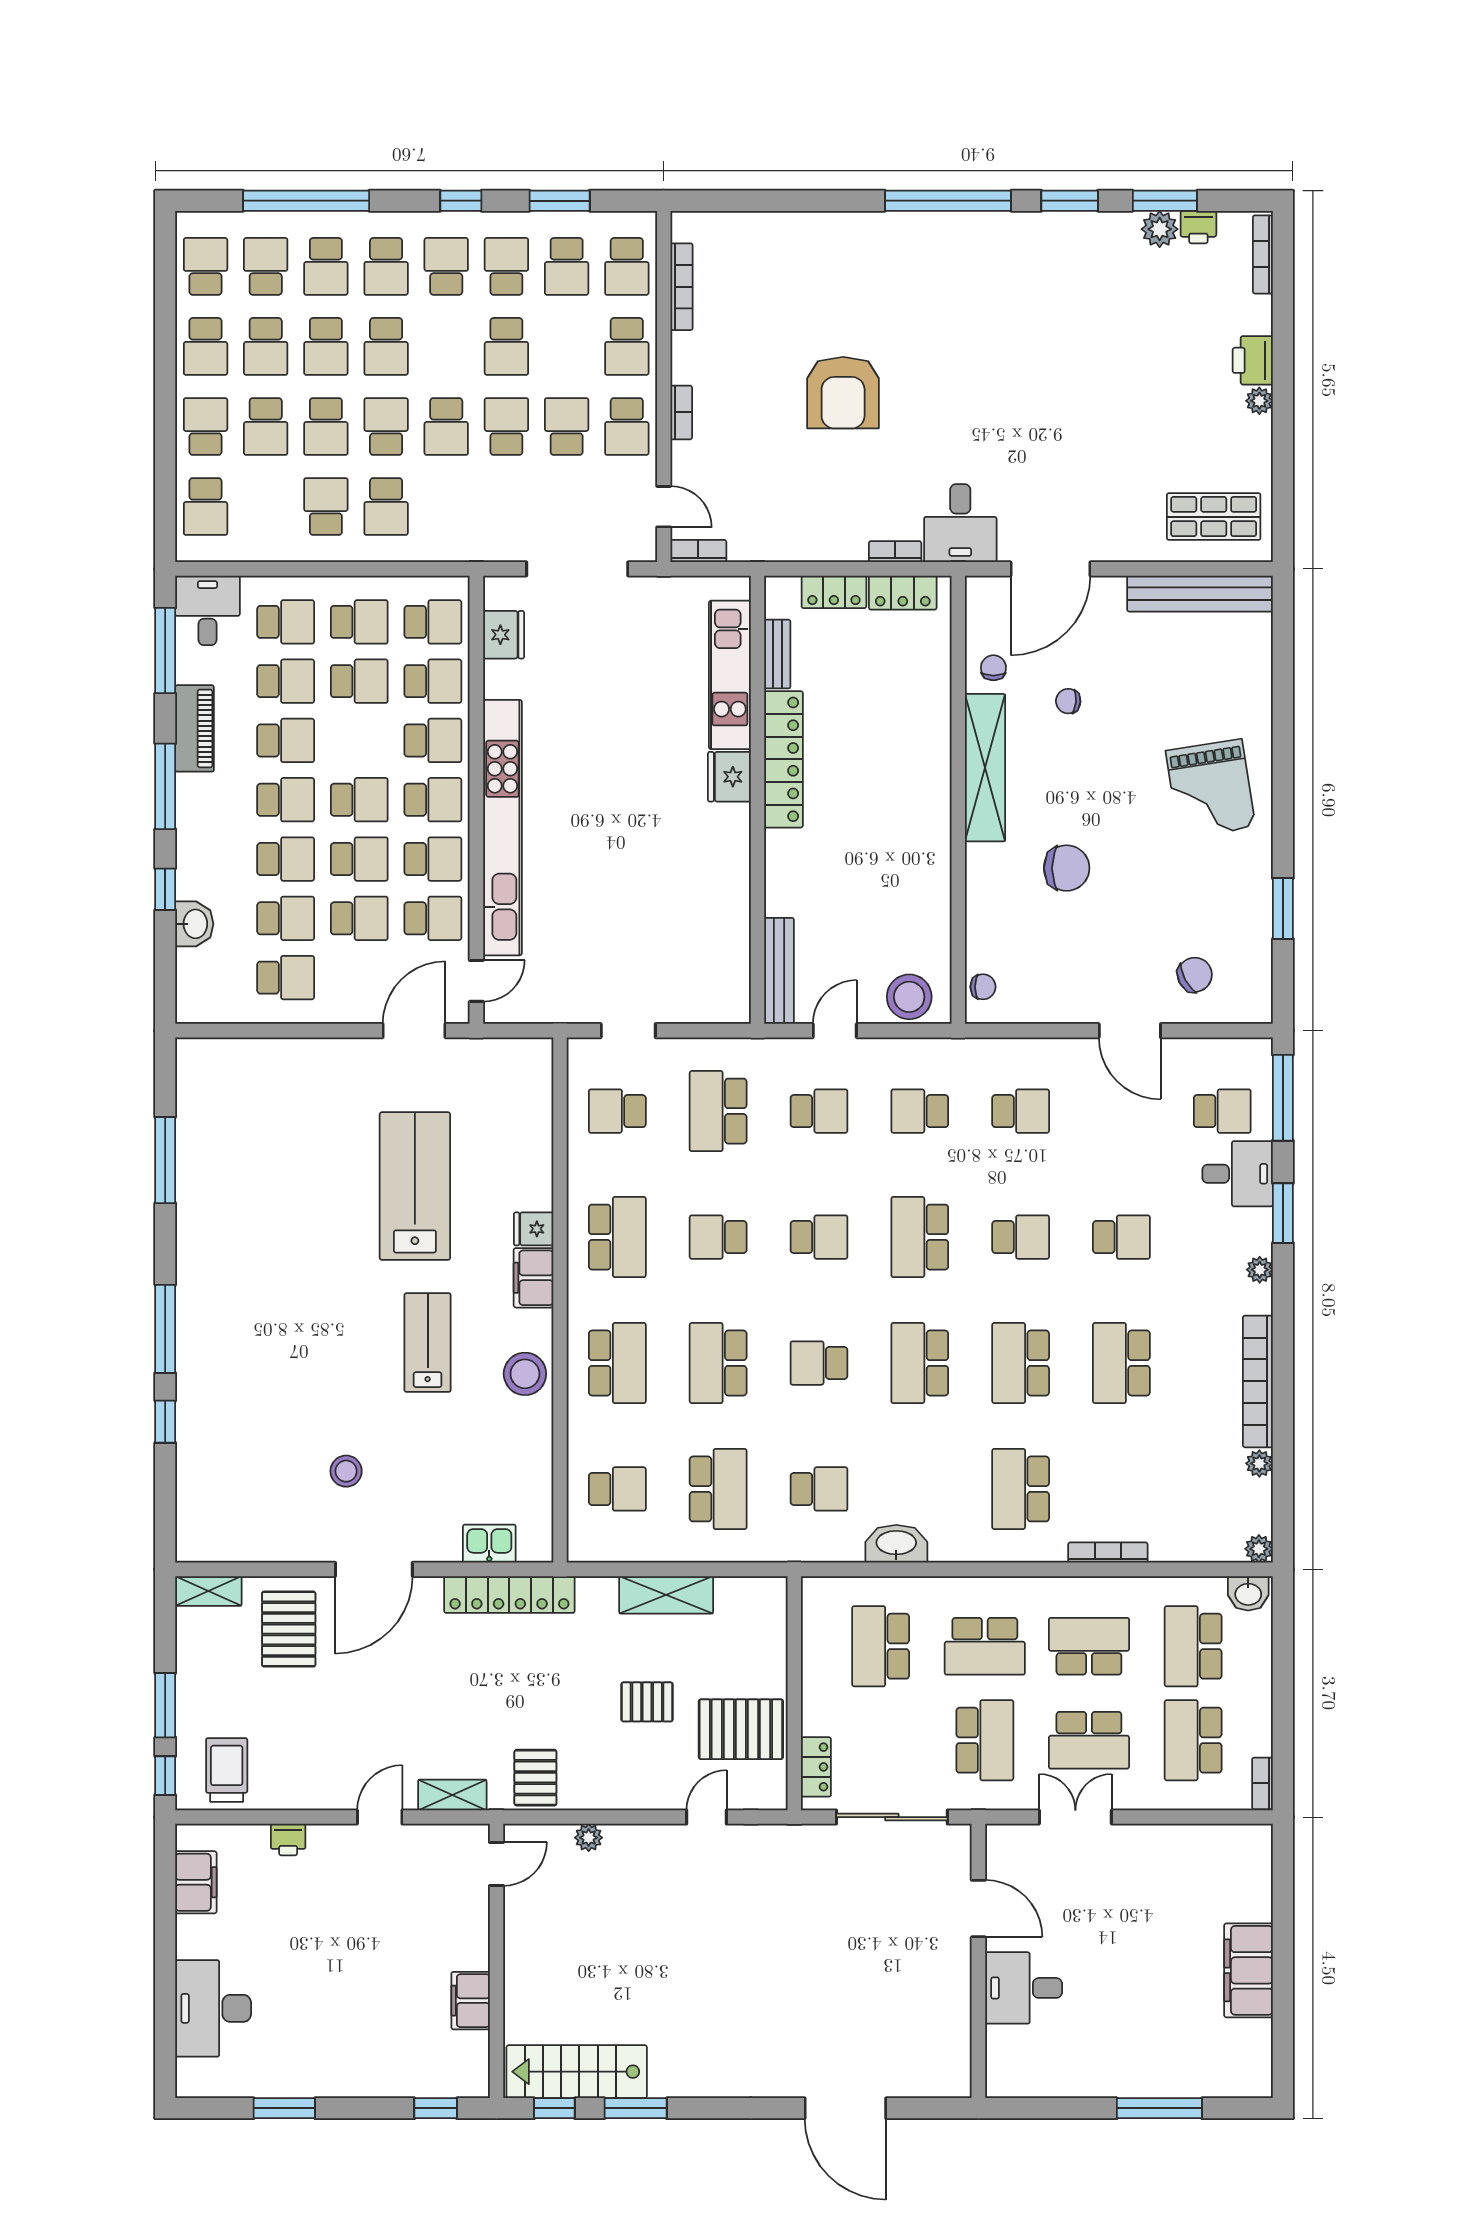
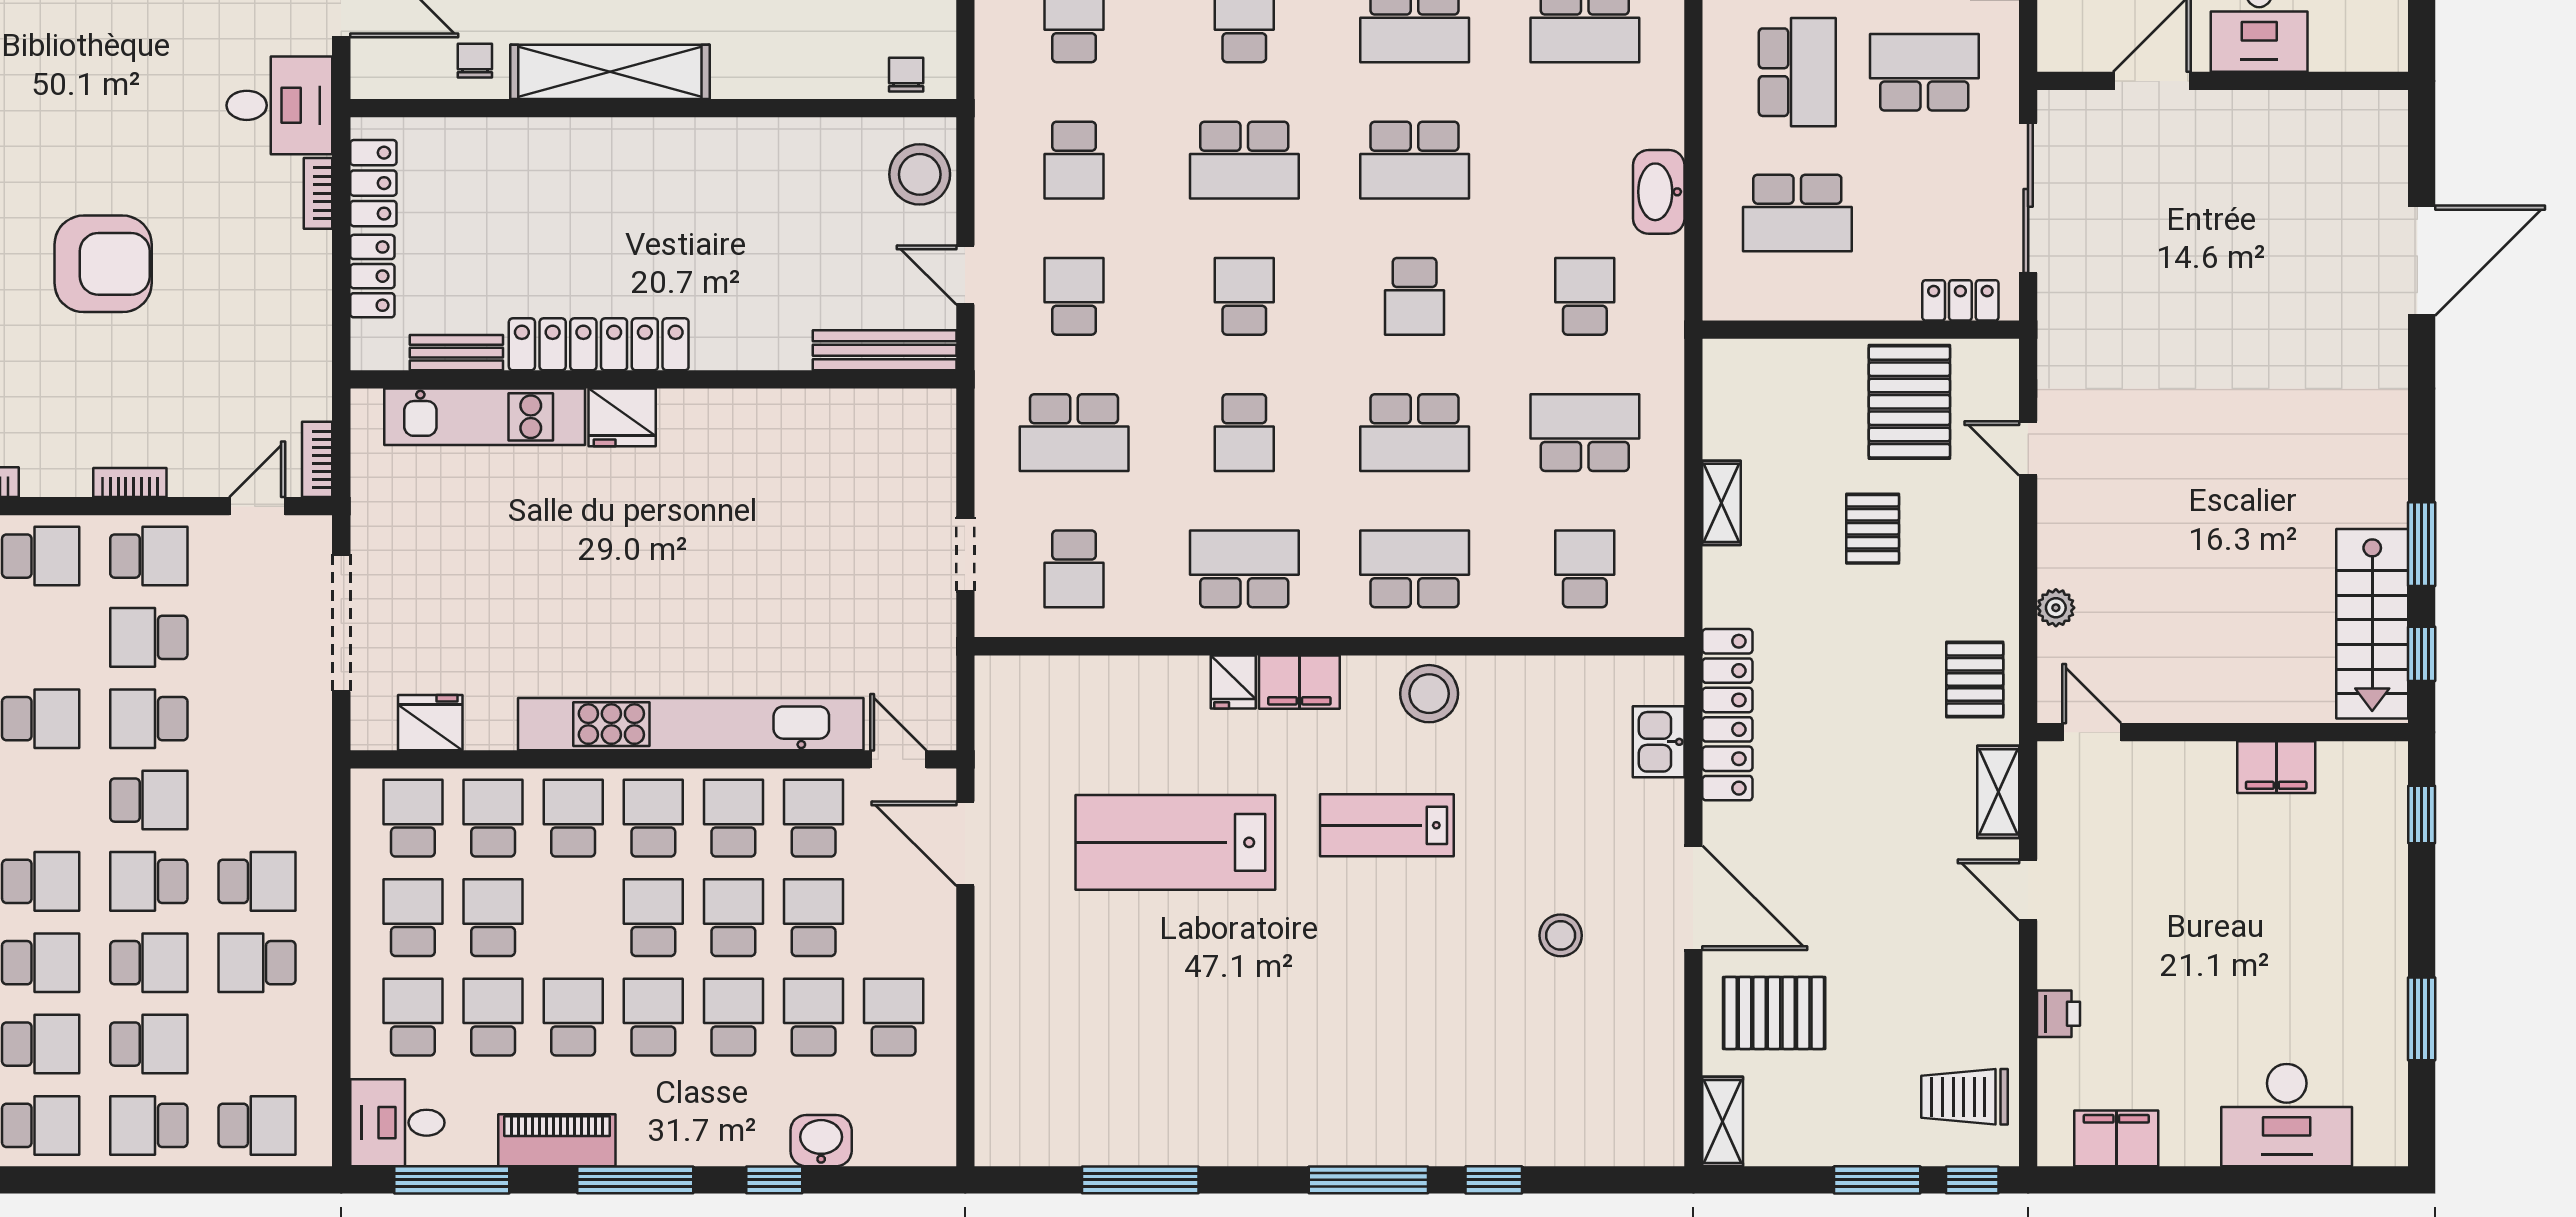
chair: (993, 668) -> (475, 61), turned 90
shelving: (666, 1595) -> (1722, 503), width x0.67, depth x0.75
pallet: (535, 1778) -> (1975, 679), turned 90

